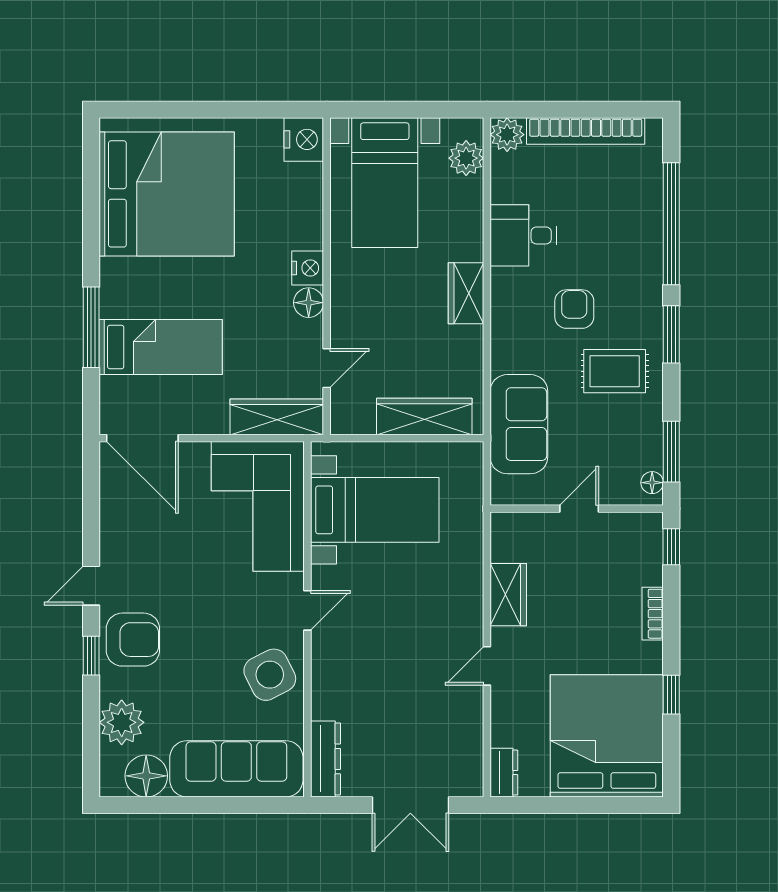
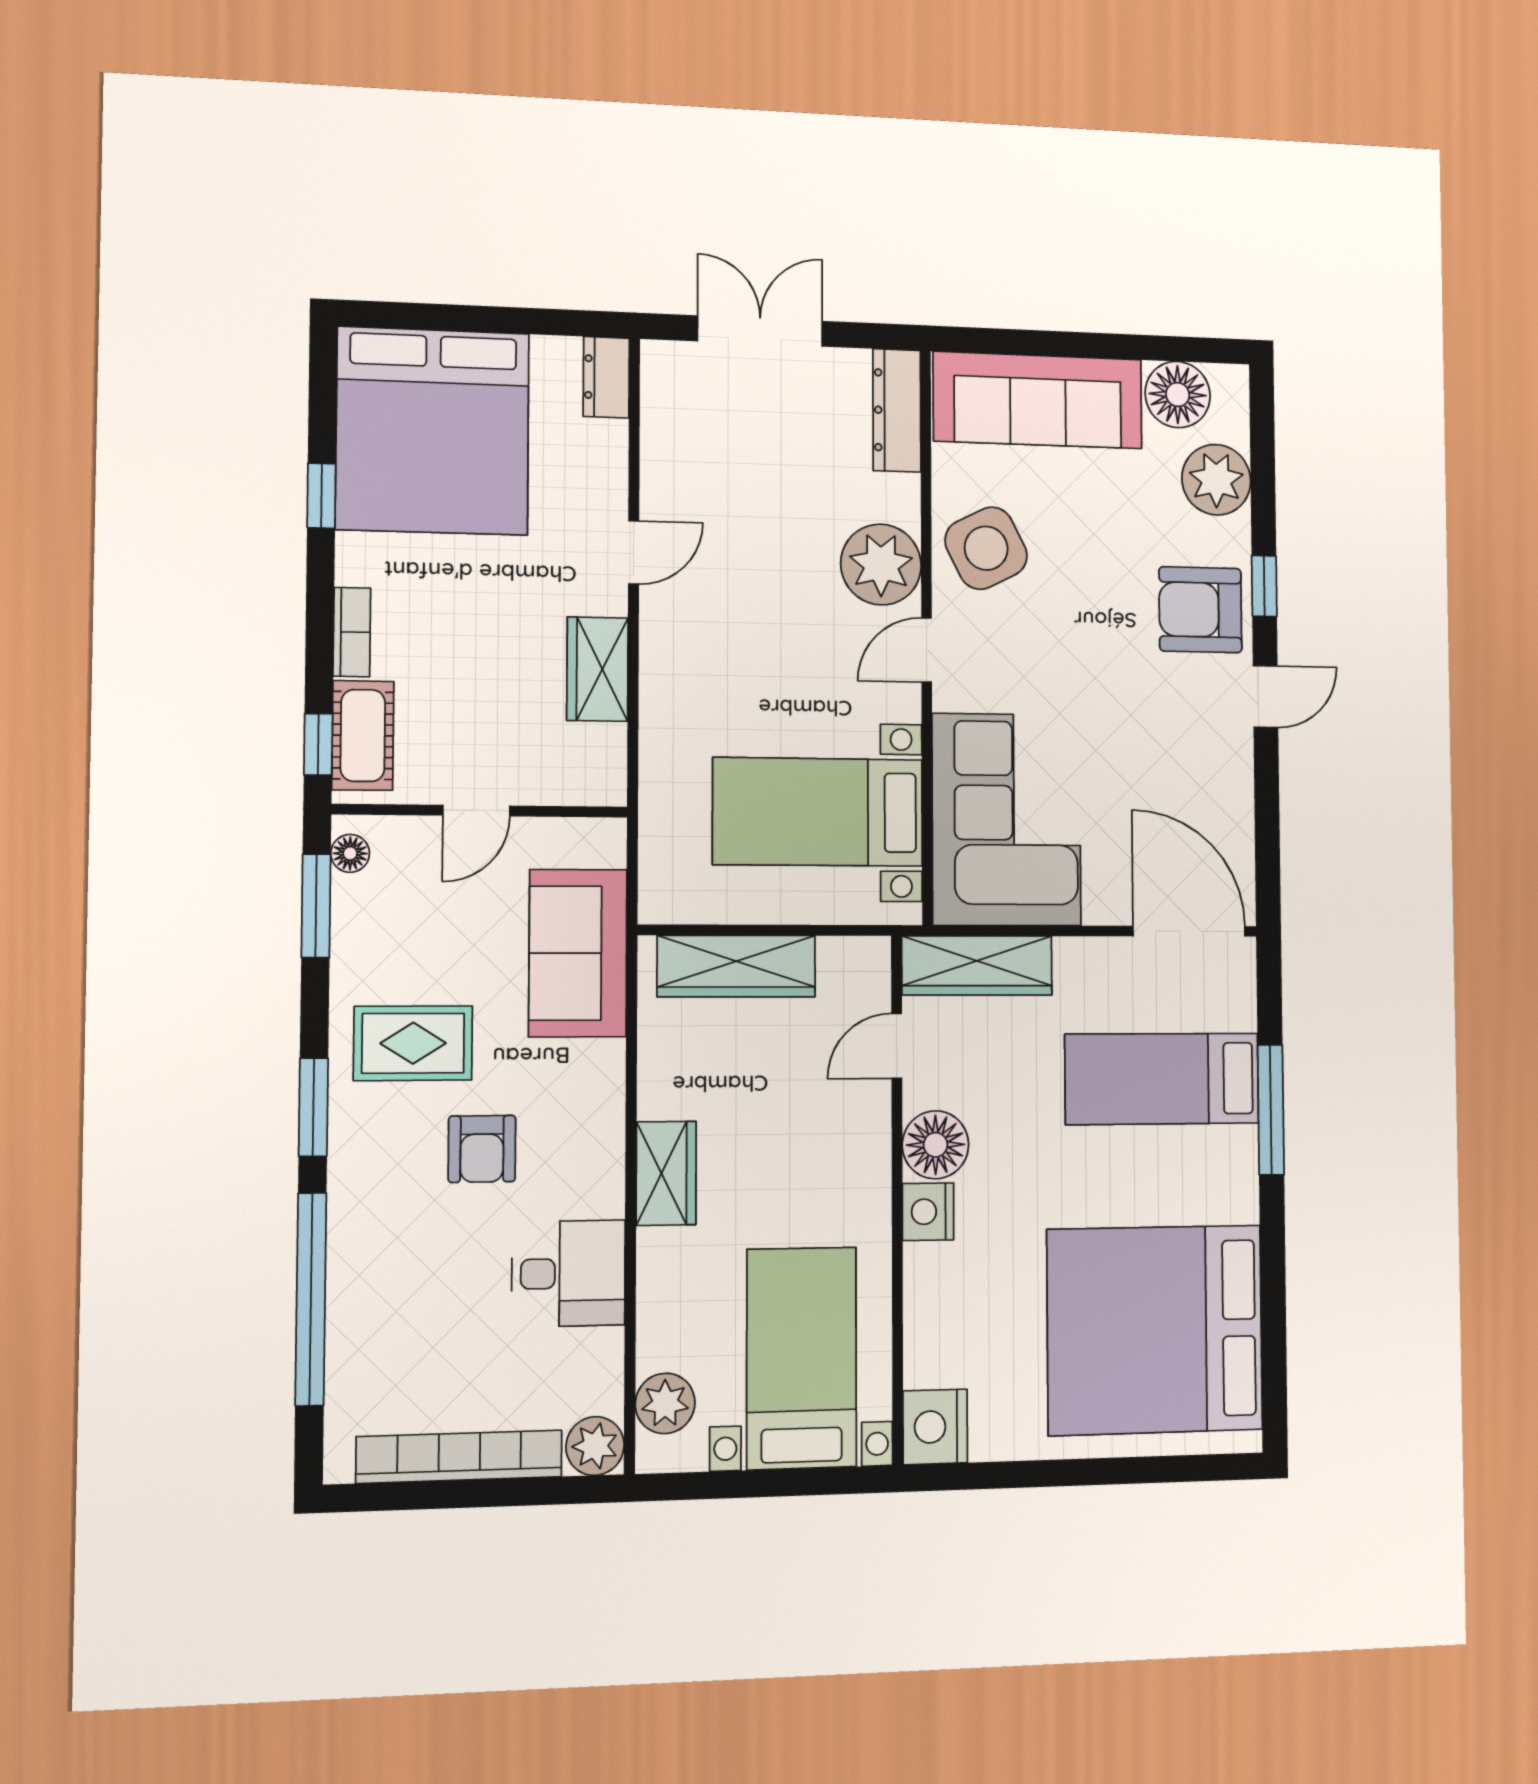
floor lamp: (309, 303) -> (935, 1145), width x1.38, depth x1.38
cot: (646, 552) -> (363, 735), added
plant: (336, 663) -> (881, 565), added

